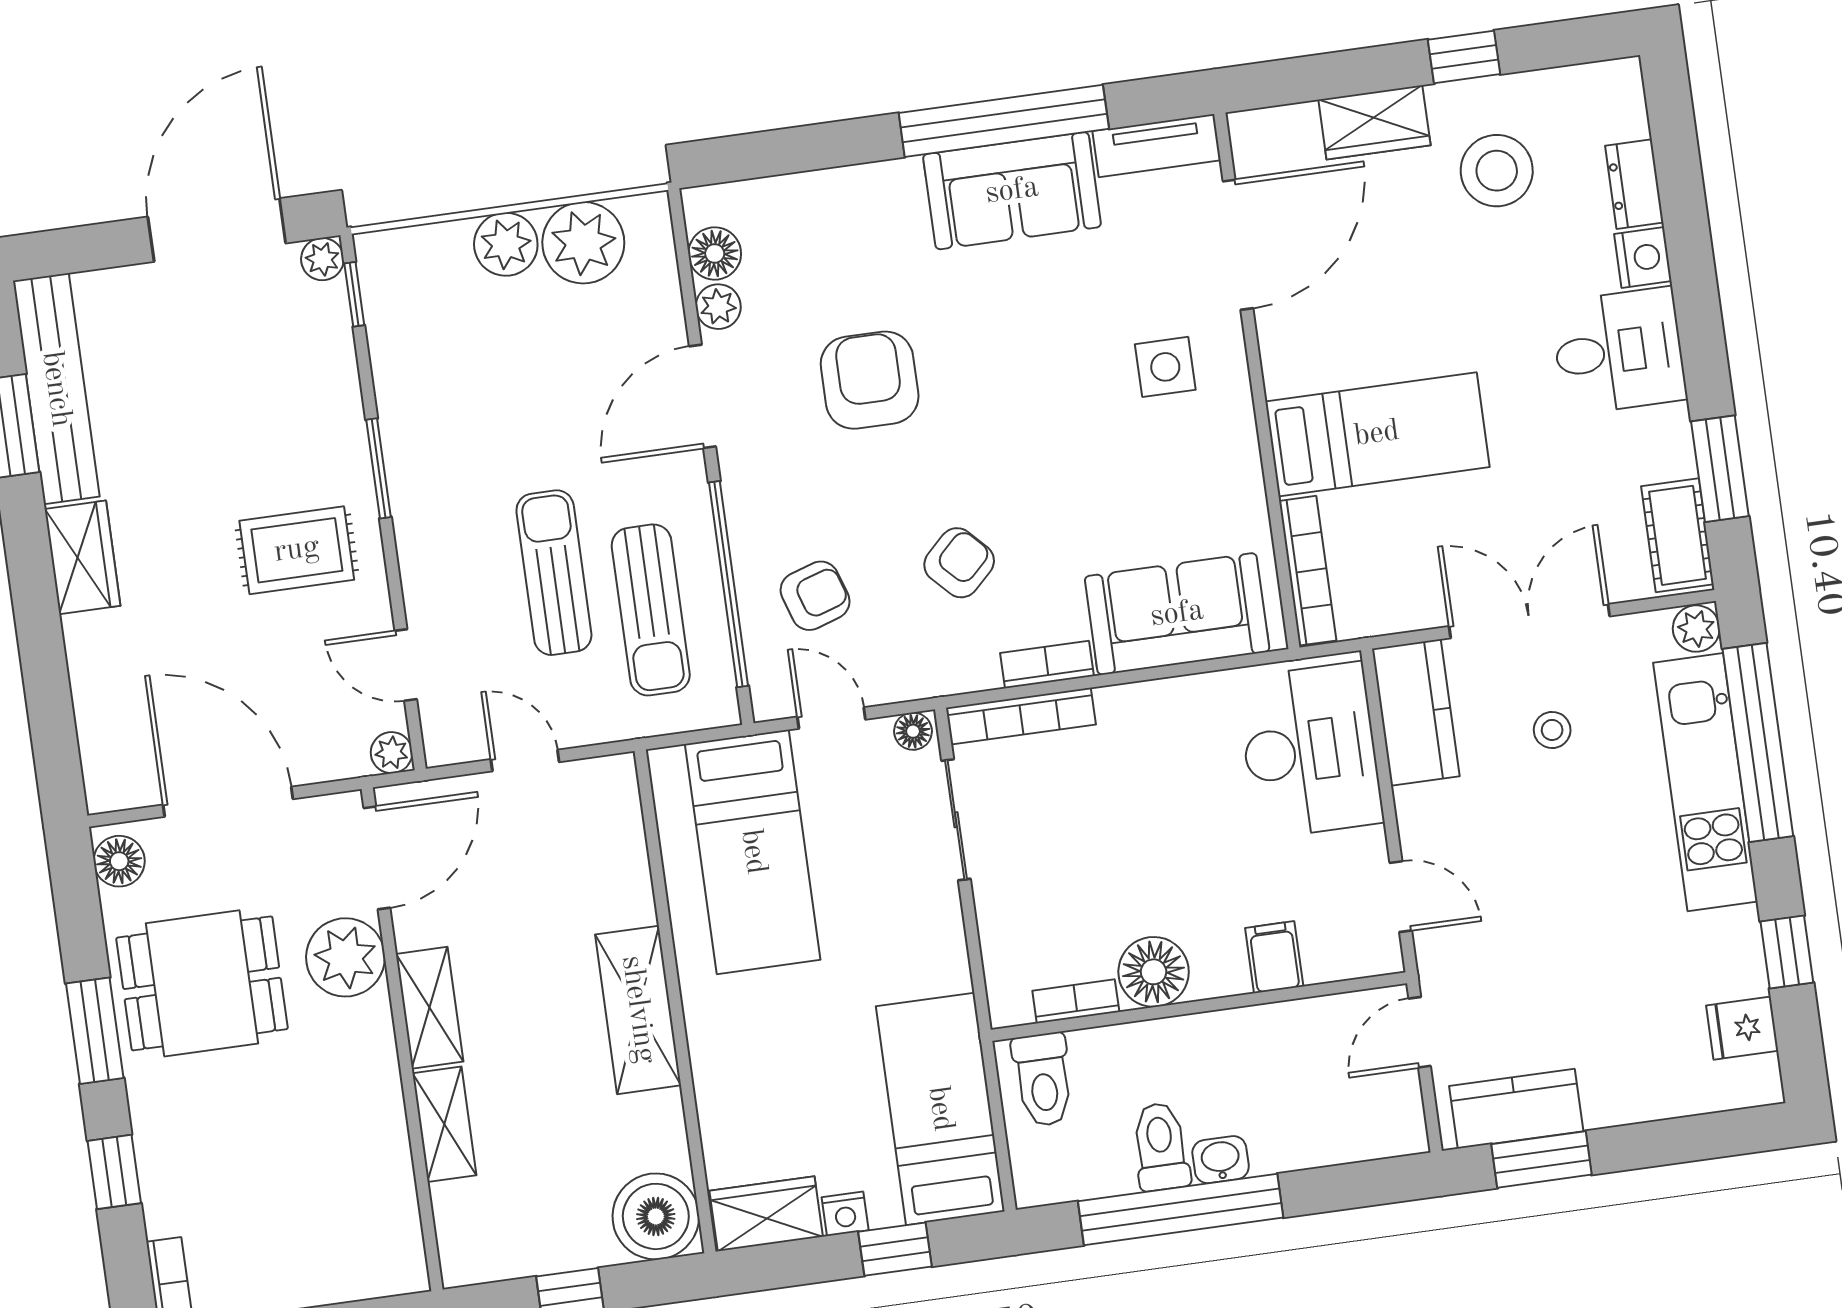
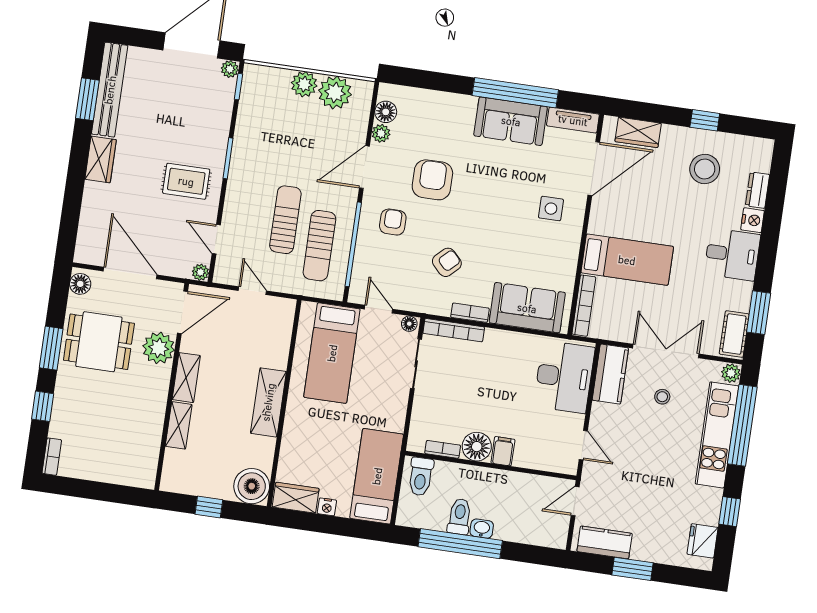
wardrobe: (1374, 122) -> (638, 132), moved
armchair: (815, 596) -> (393, 222), moved, turned -72
filing cabinet: (1274, 957) -> (503, 451), moved
fridge: (1742, 1028) -> (703, 541), width x1.38
window: (1542, 1159) -> (632, 569), moved
window: (895, 1249) -> (343, 527), removed

